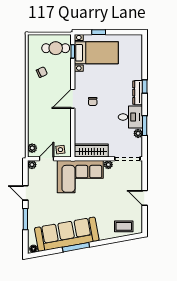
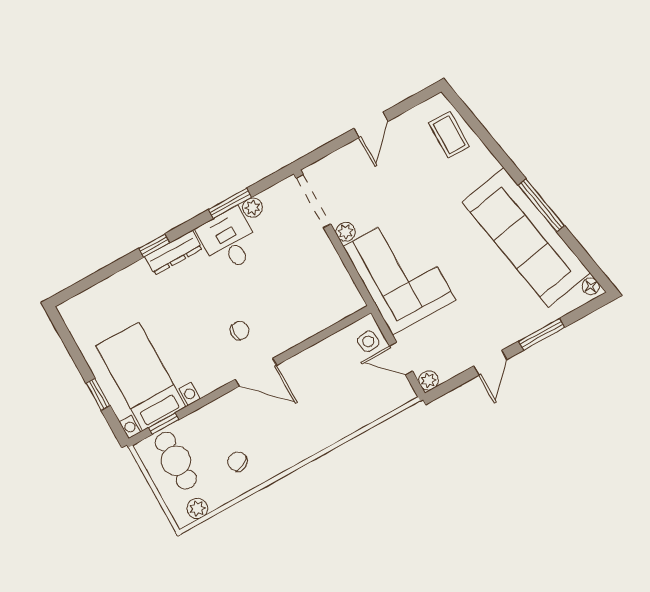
plant: (32, 148) -> (197, 508), moved
wardrobe: (91, 150) -> (336, 280), removed

